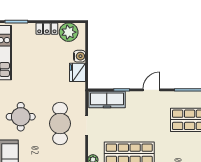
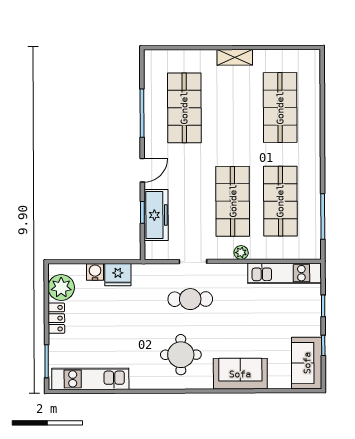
door: (151, 90) -> (142, 170), swing flipped
freezer: (107, 100) -> (156, 215), moved
cafe table: (60, 124) -> (190, 299), width x0.73, depth x0.74

